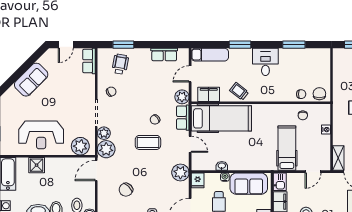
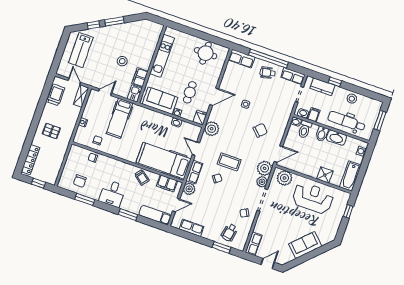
chair: (319, 94) -> (80, 181), moved

